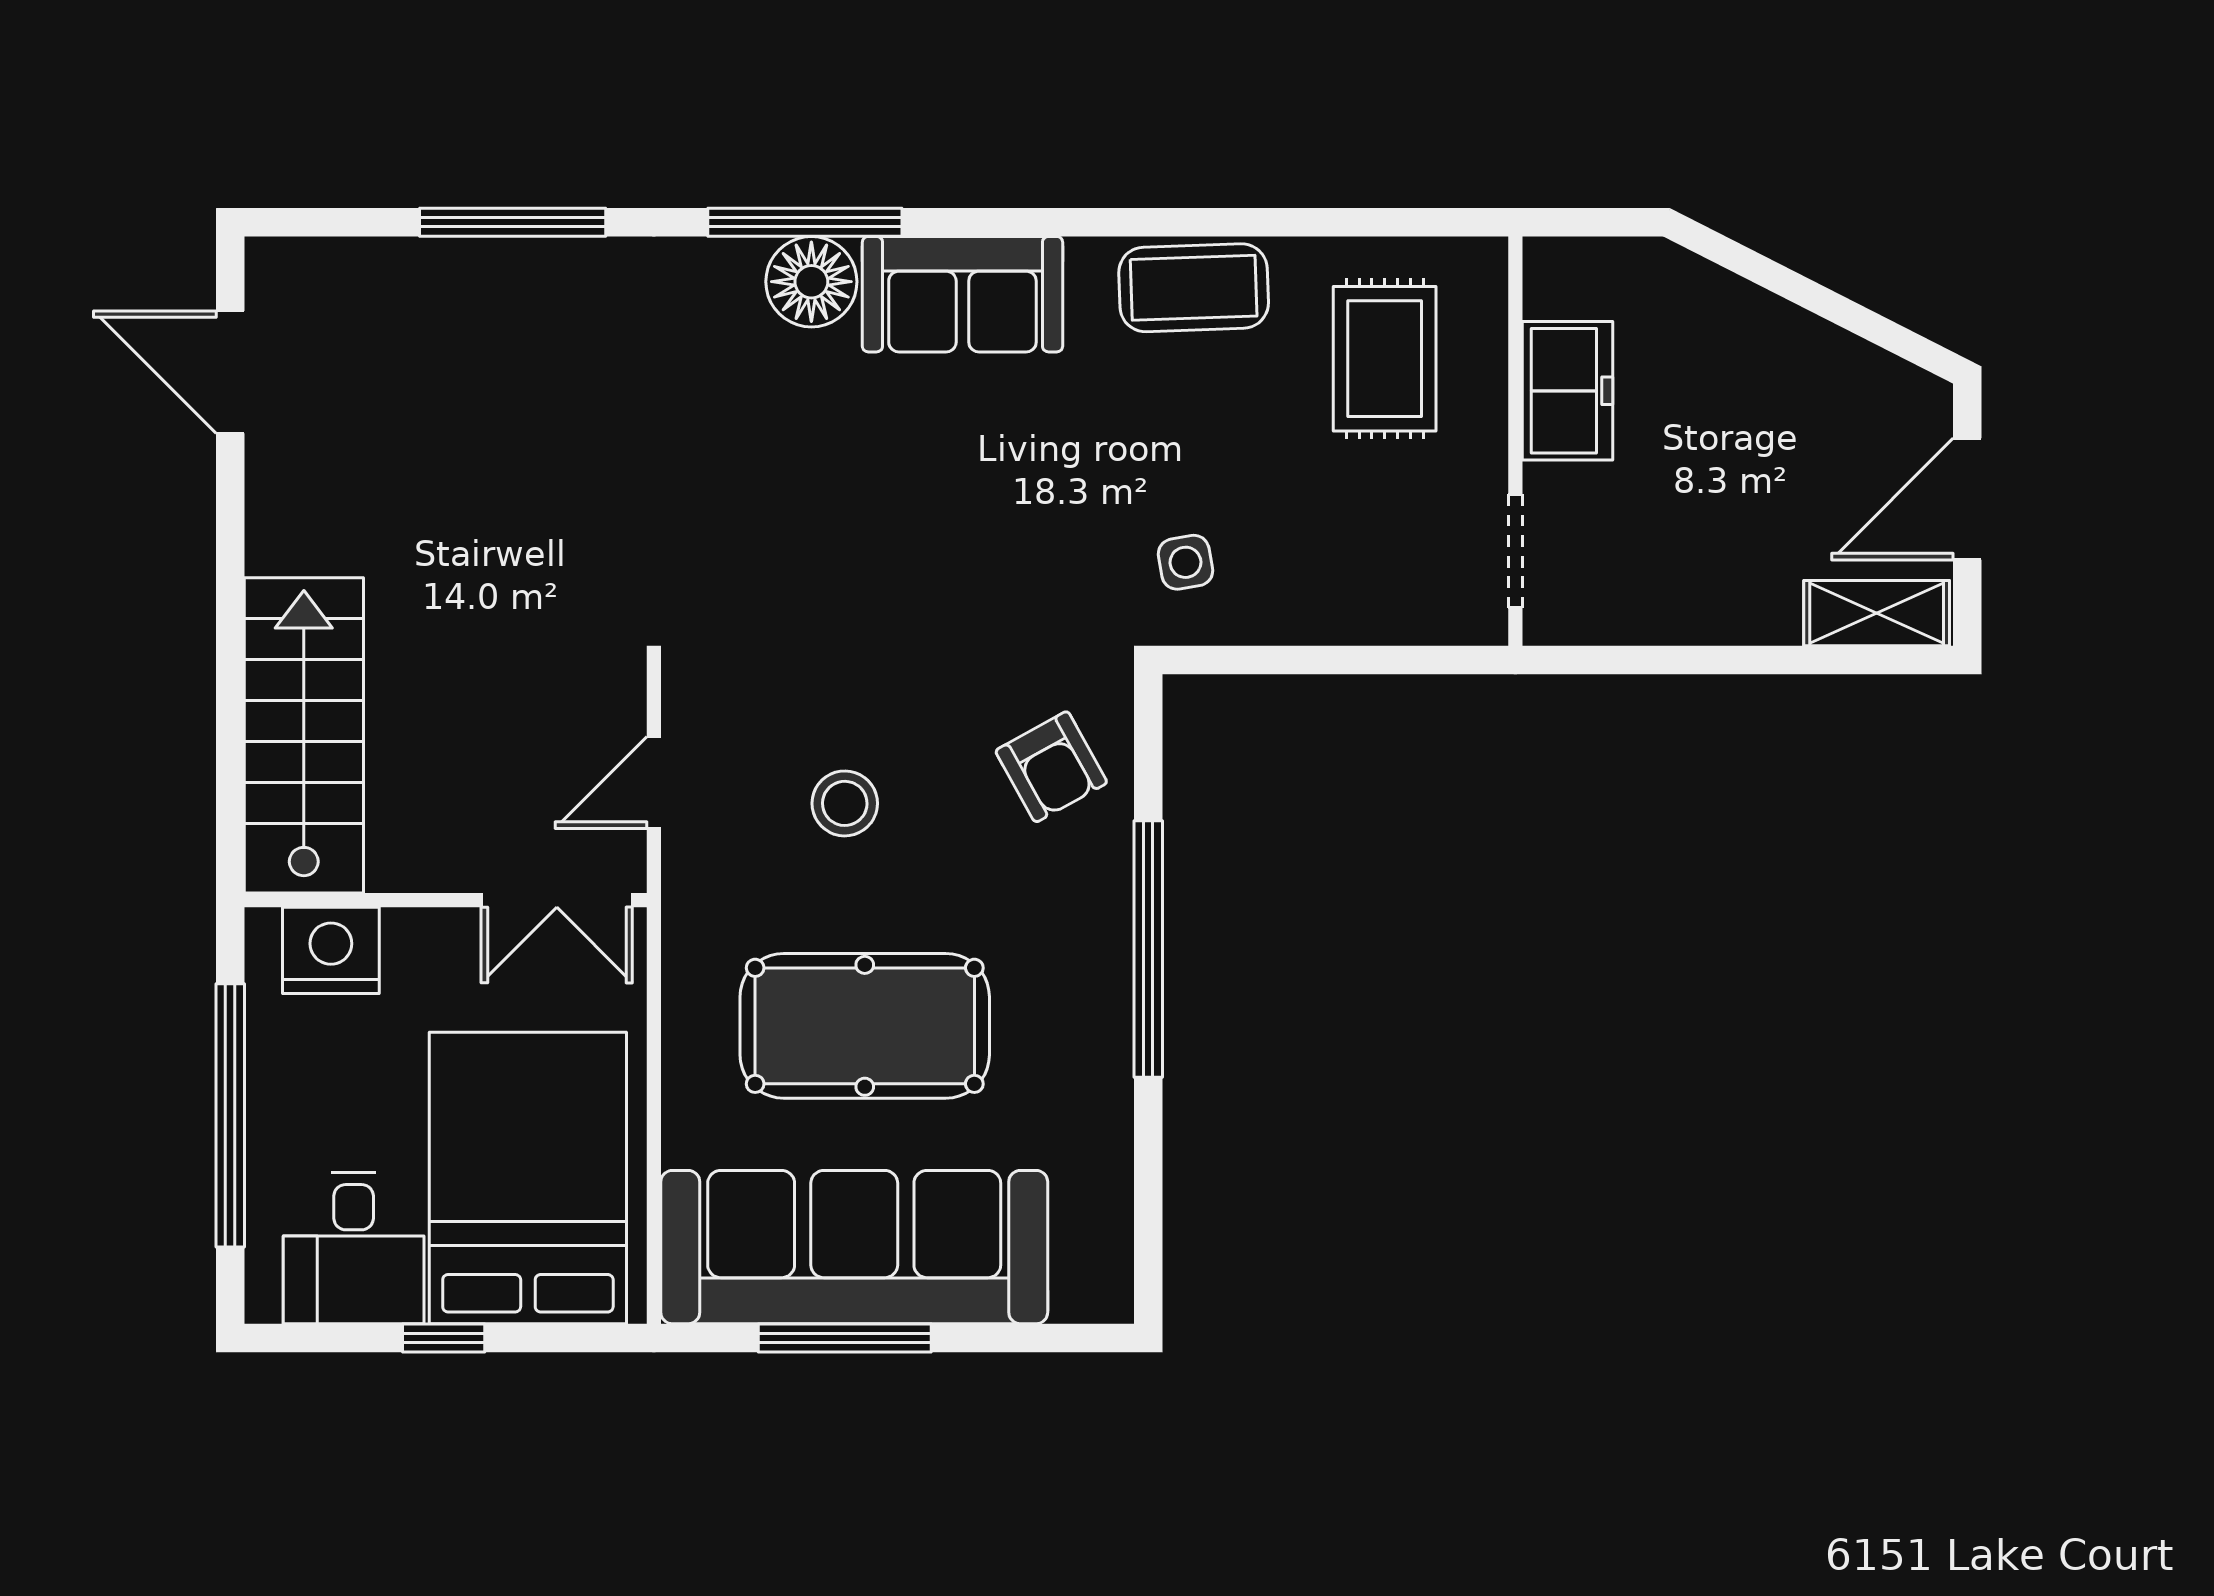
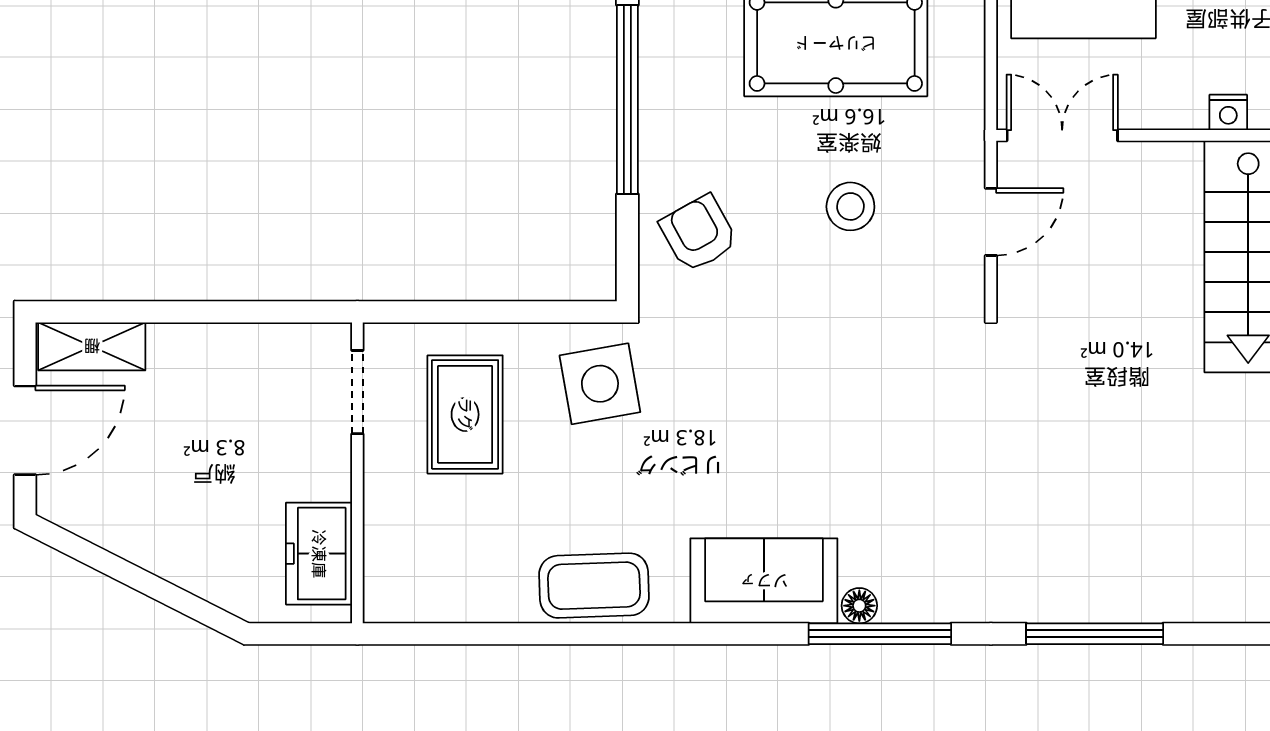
floor lamp: (811, 282) -> (859, 606), width x0.53, depth x0.53
rug: (1385, 359) -> (465, 414), moved
freezer: (1568, 391) -> (319, 554), moved
side table: (1185, 562) -> (600, 384), width x1.87, depth x1.87
nightstand: (331, 950) -> (1228, 112), width x0.53, depth x0.56

